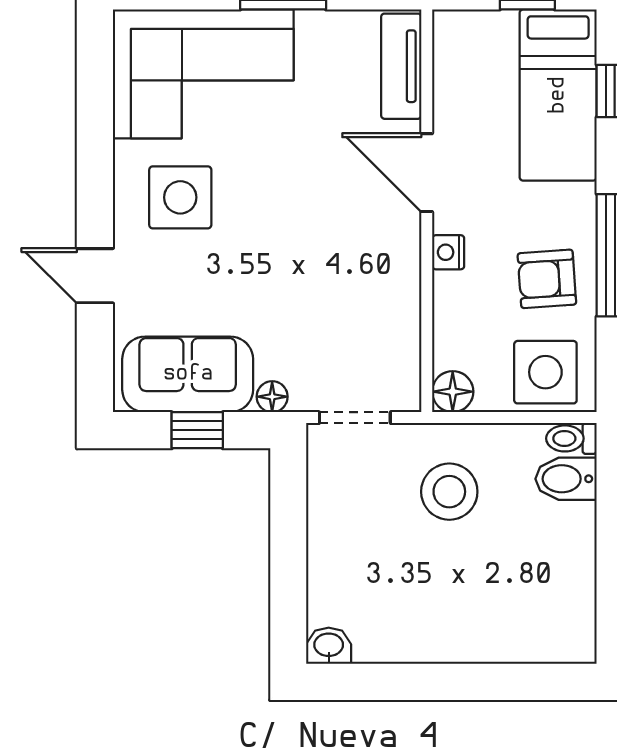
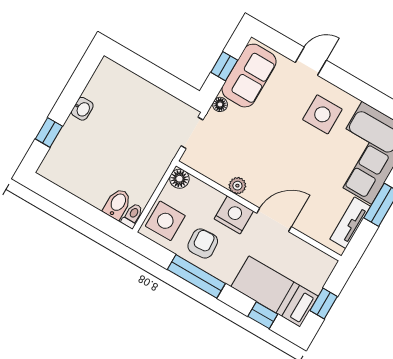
tv unit: (401, 66) -> (350, 223), moved, turned -90
nightstand: (448, 252) -> (234, 215), width x1.89, depth x1.79
plant: (403, 277) -> (237, 186), added
stool: (449, 492) -> (140, 154), removed
washbasin: (329, 646) -> (82, 109), moved
window: (508, 682) -> (49, 132), added

